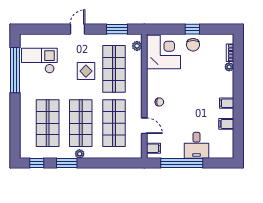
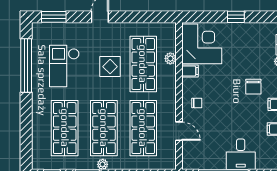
window: (117, 29) -> (54, 17), moved
chair: (193, 45) -> (253, 87), moved
plant: (137, 46) -> (170, 58), moved
checkout: (39, 61) -> (64, 66), moved, turned -90
filing cabinet: (153, 148) -> (190, 71), moved

